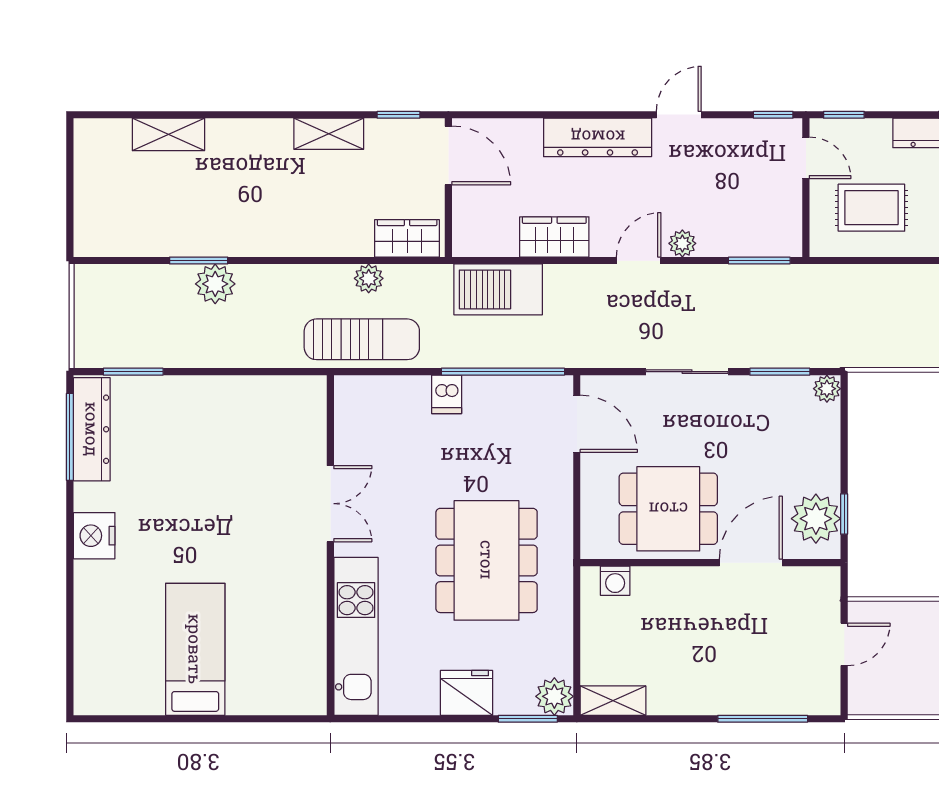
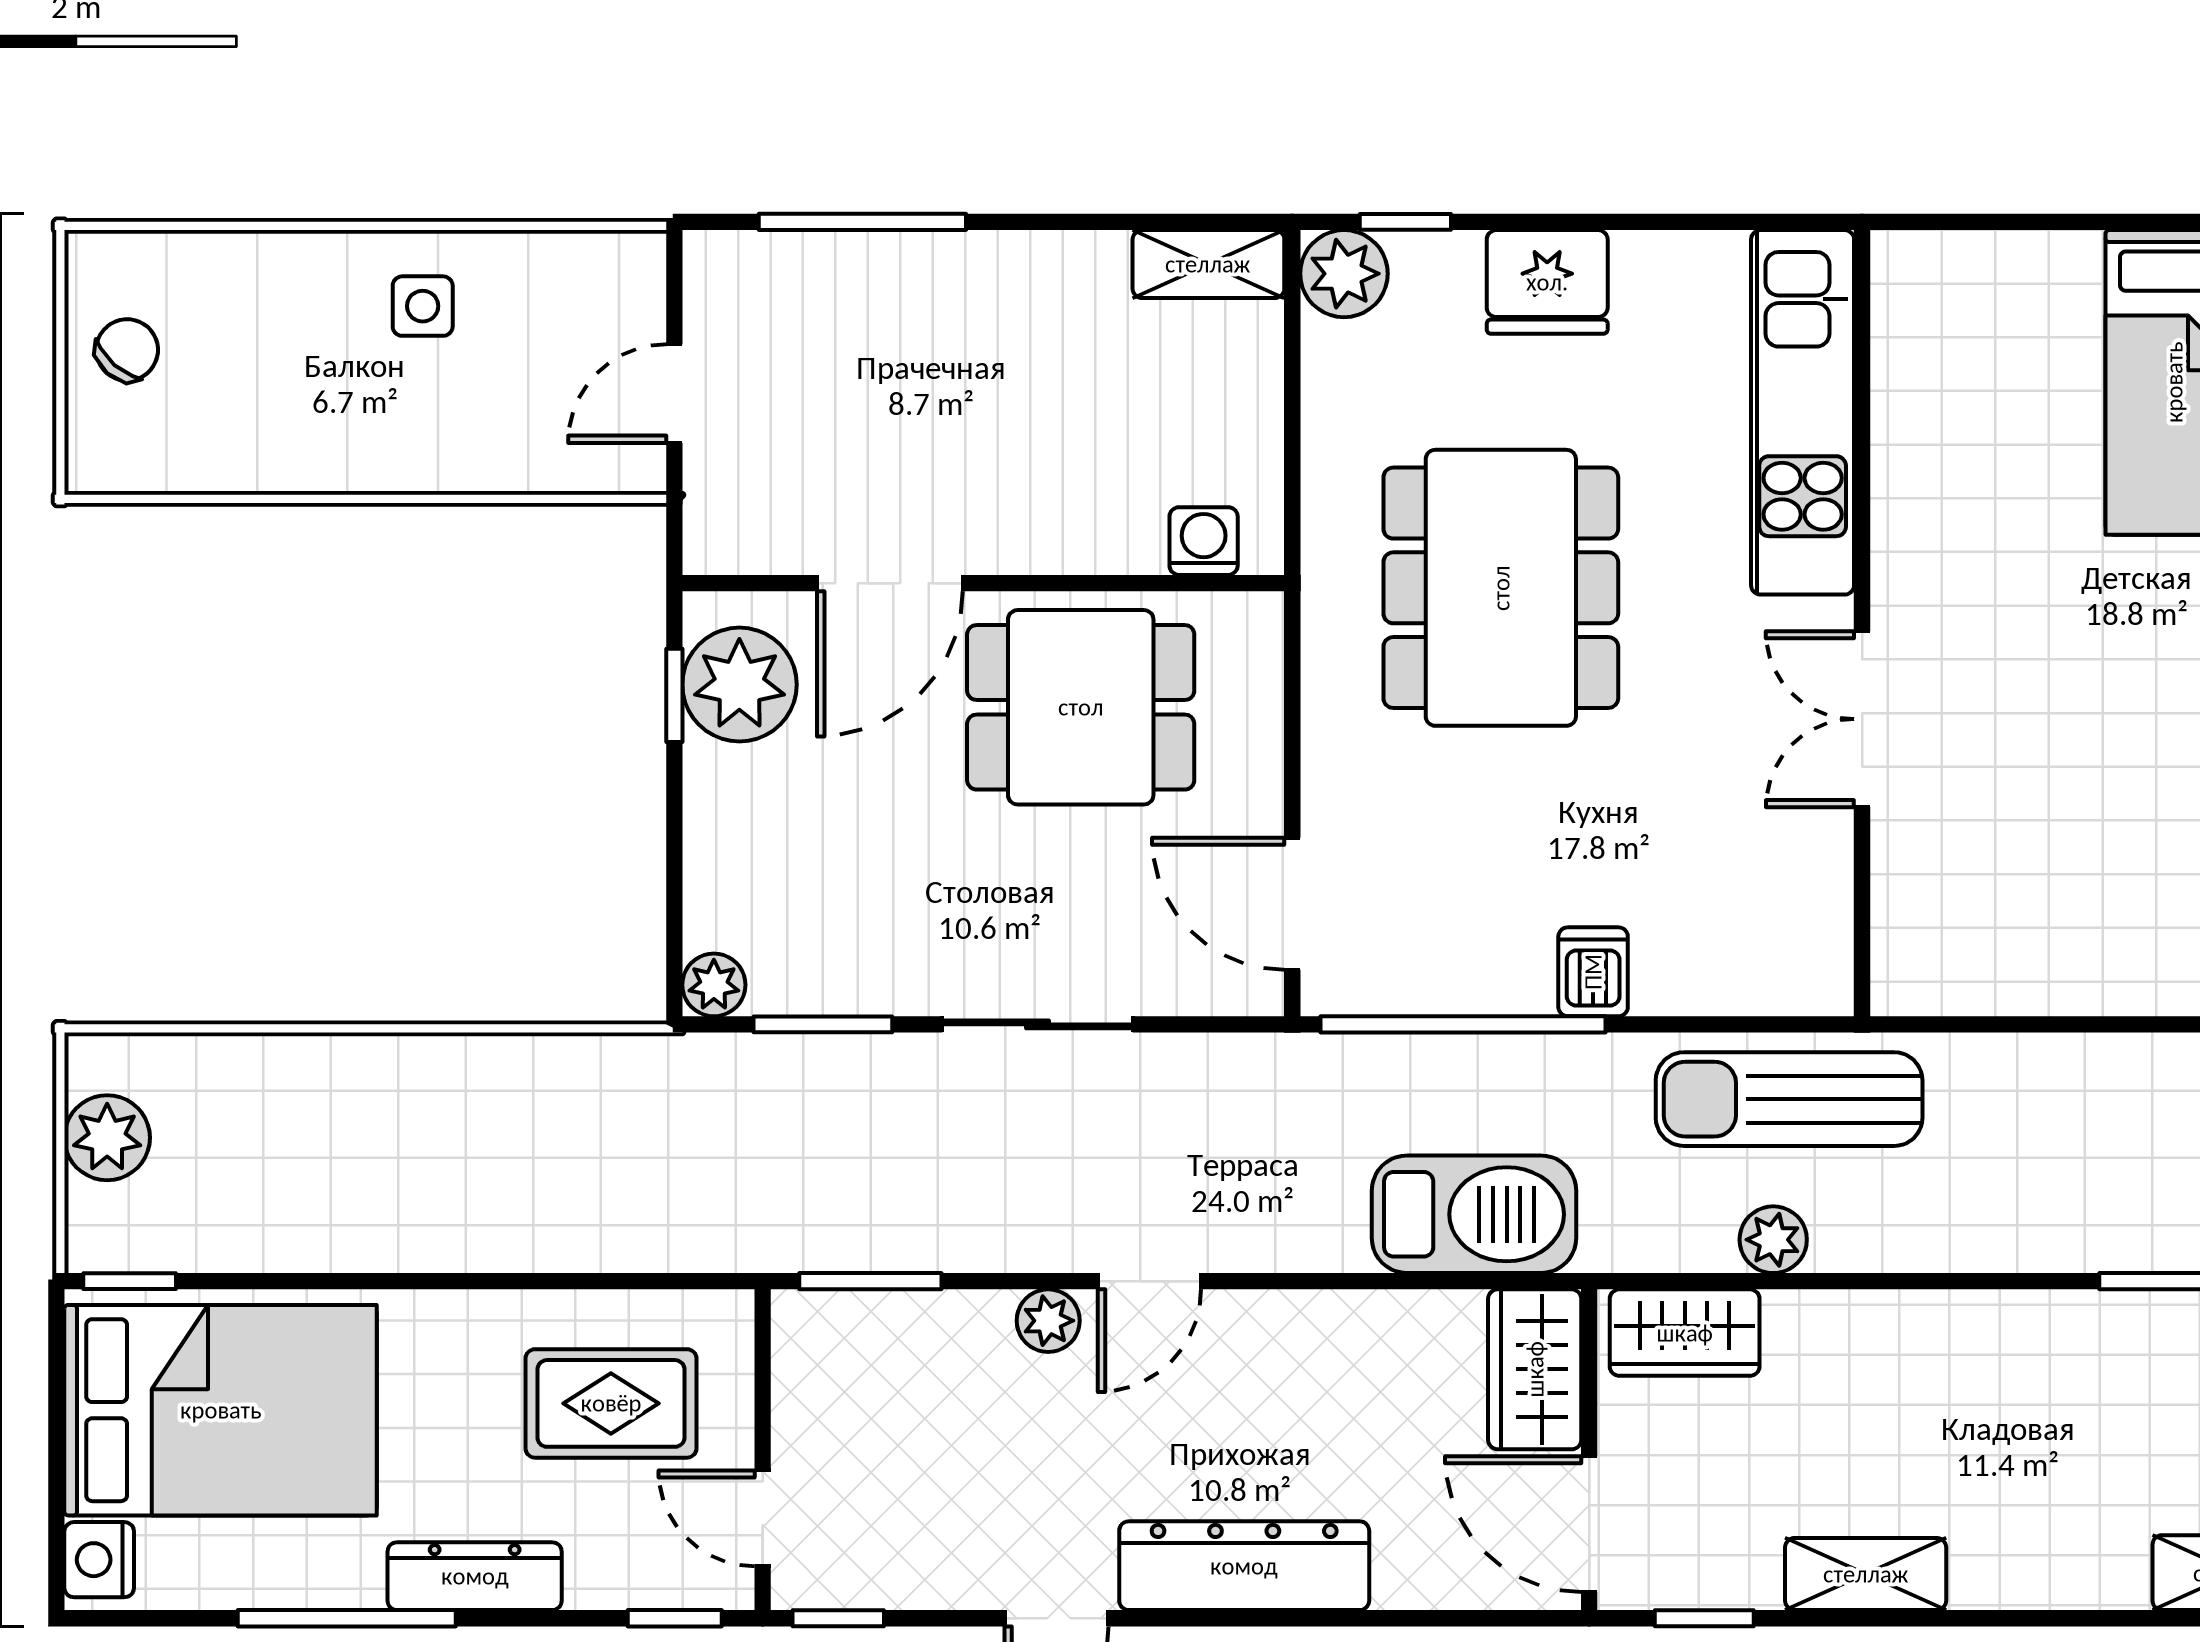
wardrobe: (554, 237) -> (1535, 1369), moved, turned 90
plant: (215, 284) -> (2128, 1227), removed
window: (528, 719) -> (1405, 222), width x0.67

